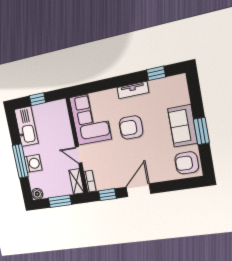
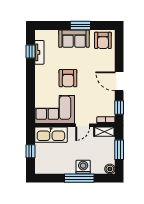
tv unit: (133, 90) -> (39, 52), moved
kitchen sink: (26, 126) -> (51, 135), moved, turned 180

